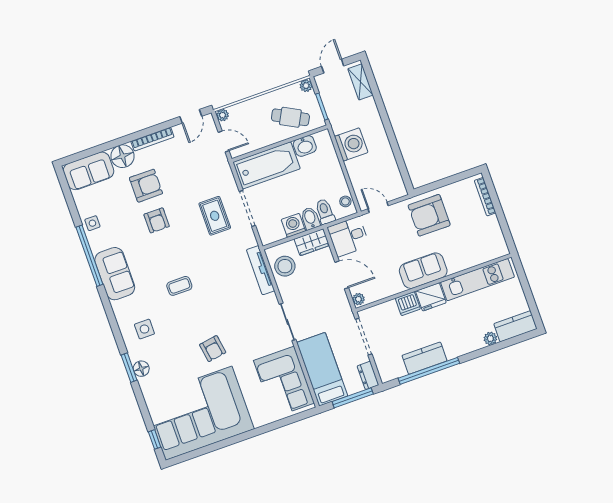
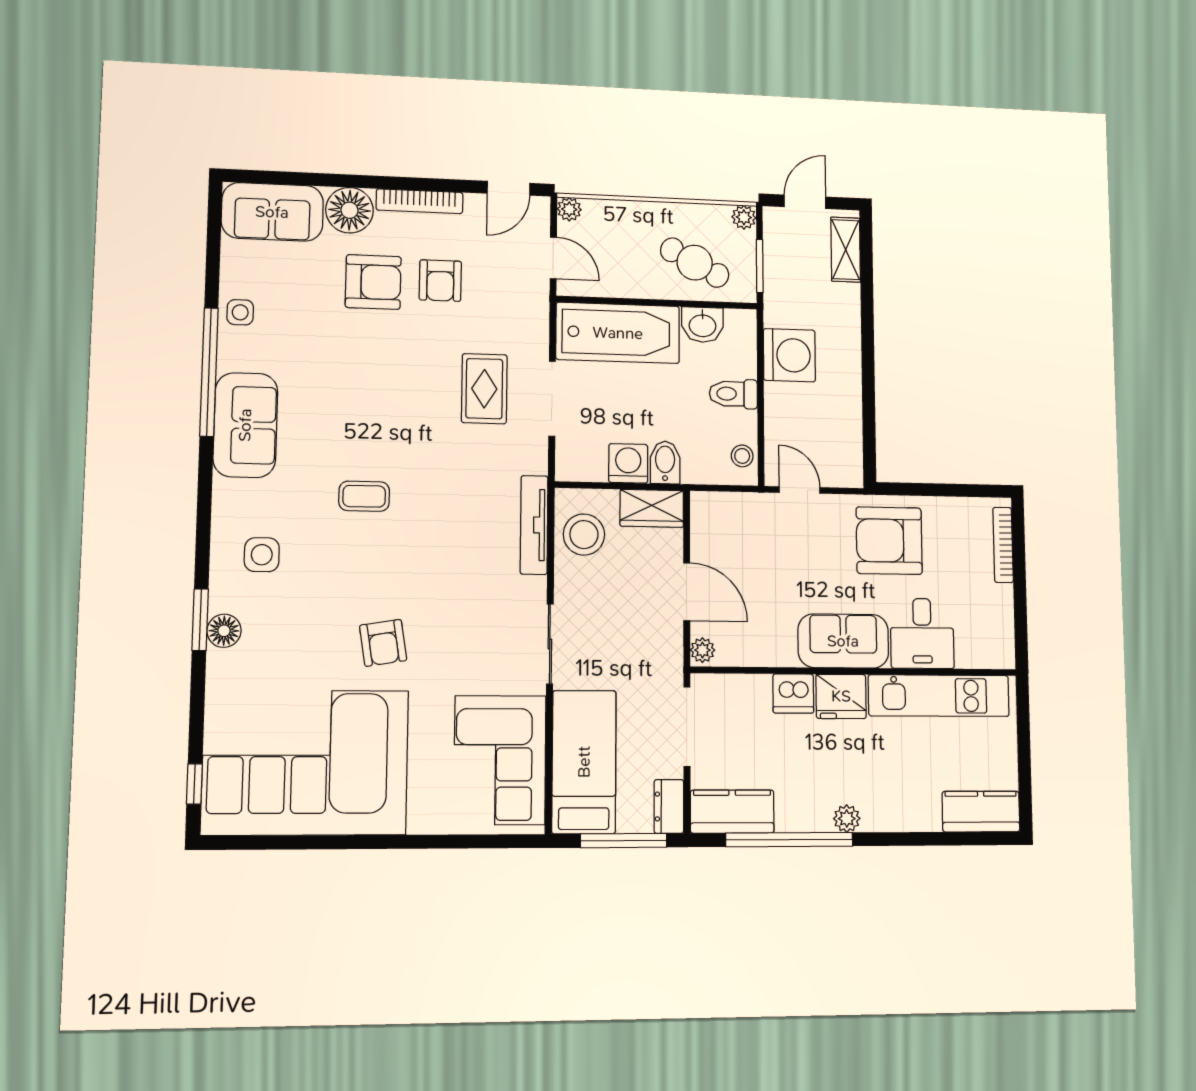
toilet: (325, 211) -> (733, 394), moved, turned -90
armchair: (157, 220) -> (440, 281), moved
desk: (348, 237) -> (922, 633), moved, turned -90
plant: (490, 338) -> (847, 819), moved
kitchen counter: (425, 358) -> (732, 812), moved

